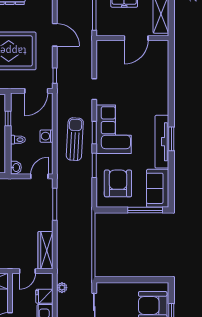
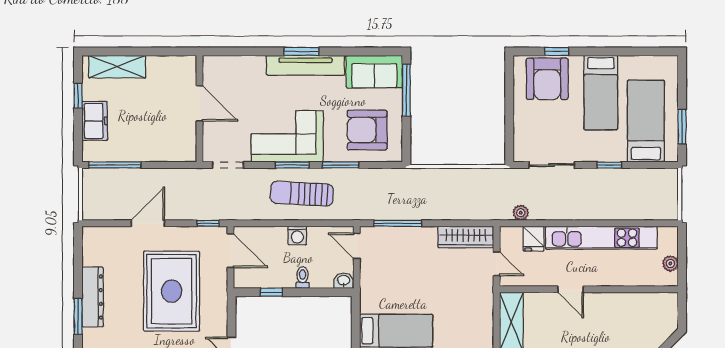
wall: (132, 38) -> (199, 109), moved
door: (136, 38) -> (199, 103), moved

